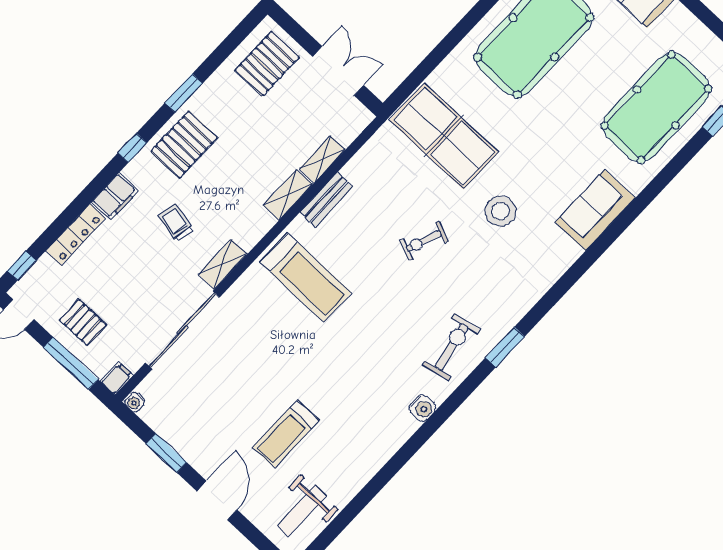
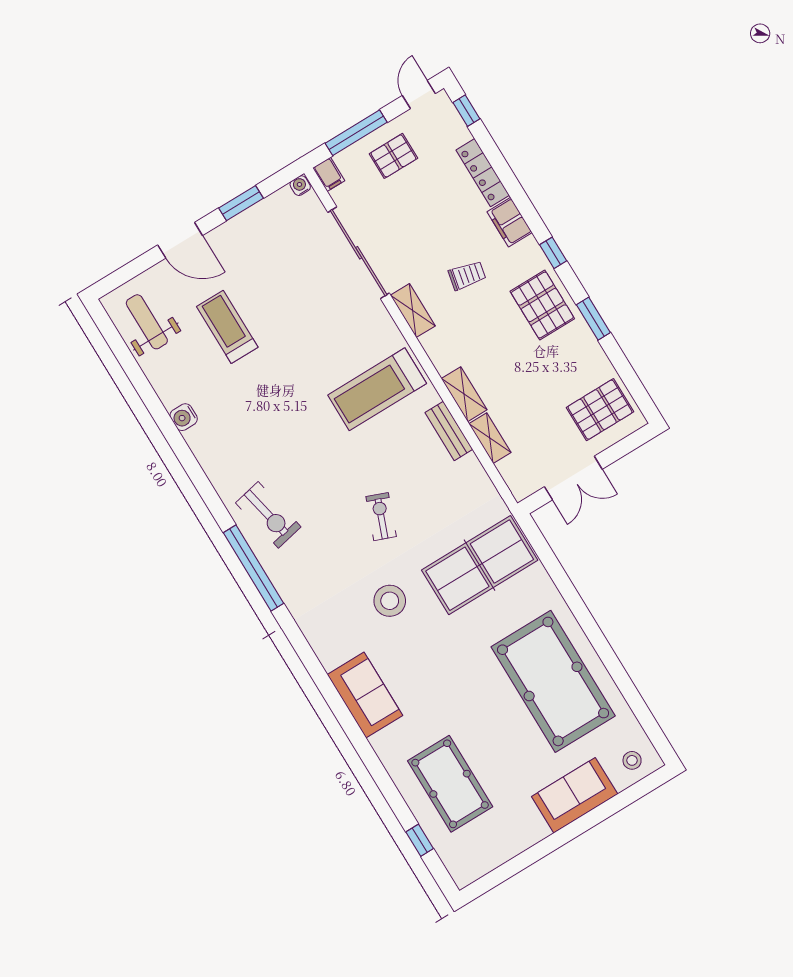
pallet: (267, 63) -> (600, 410), turned 90
pool table: (656, 107) -> (450, 784), width x0.73, depth x0.76
window: (505, 347) -> (254, 568), width x2.11
water cooler: (423, 408) -> (184, 417), moved

